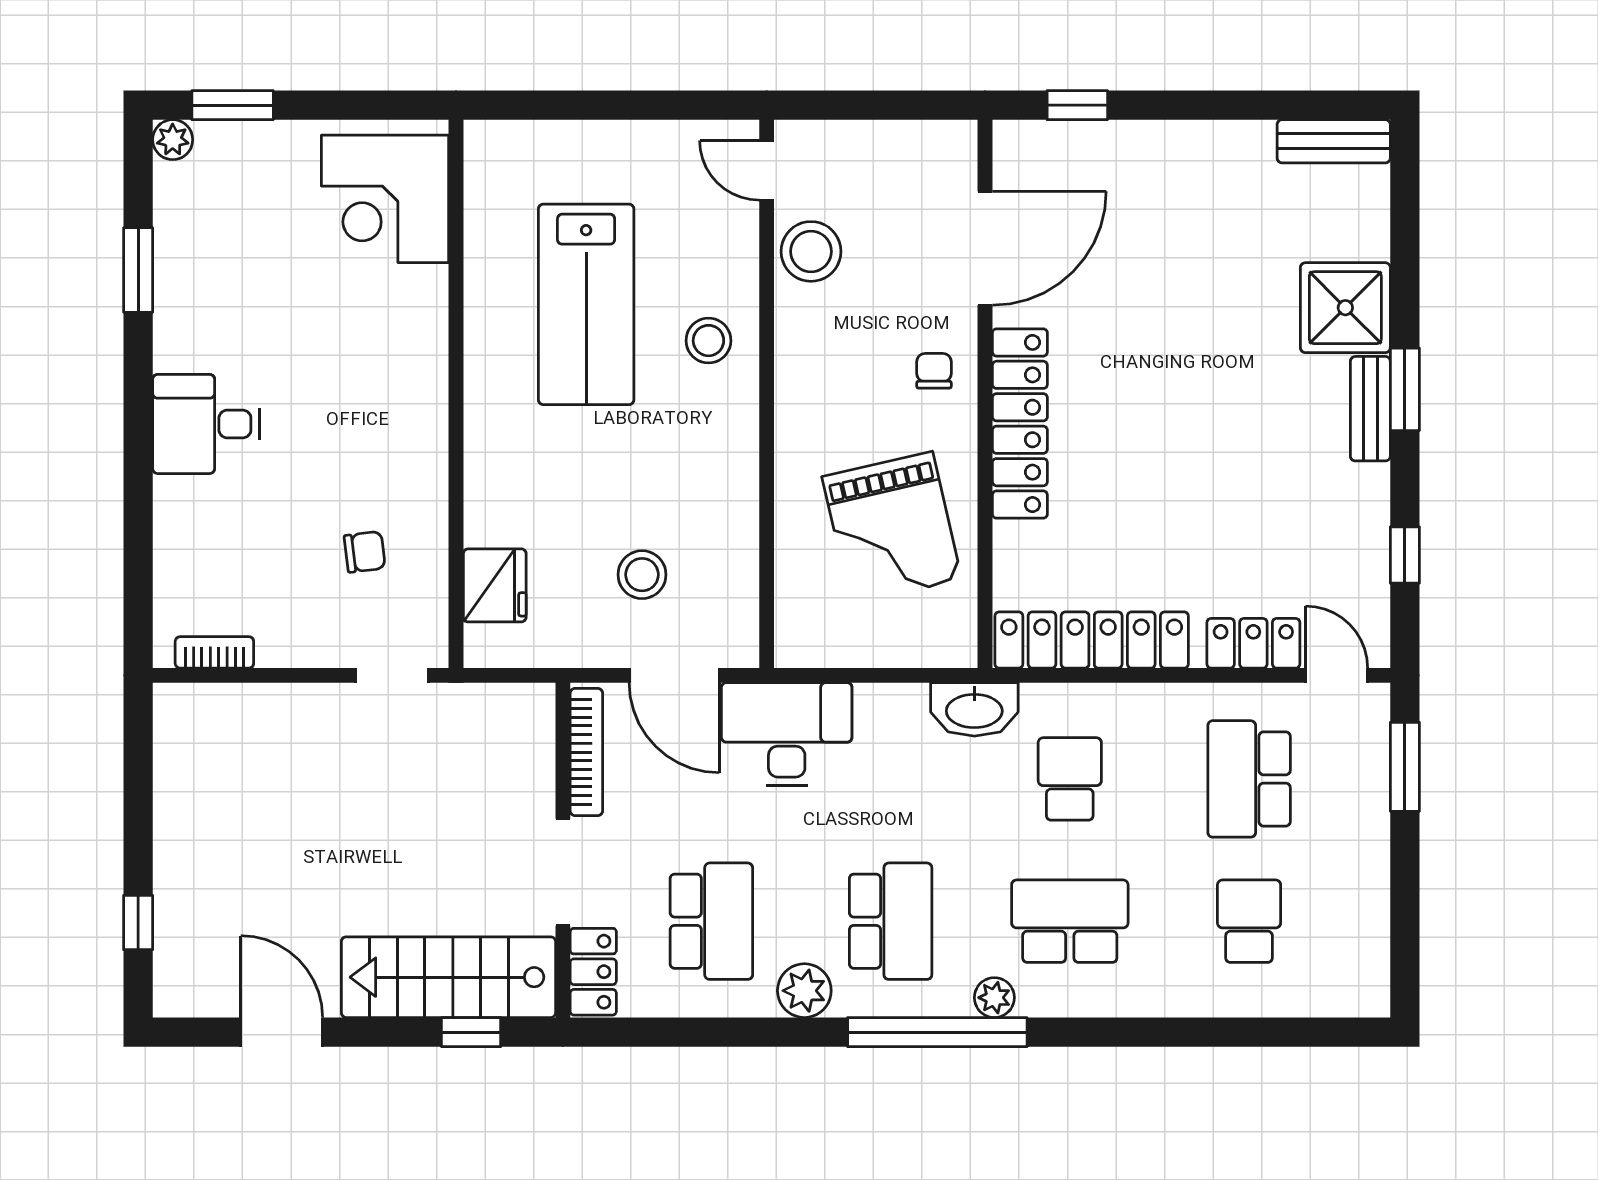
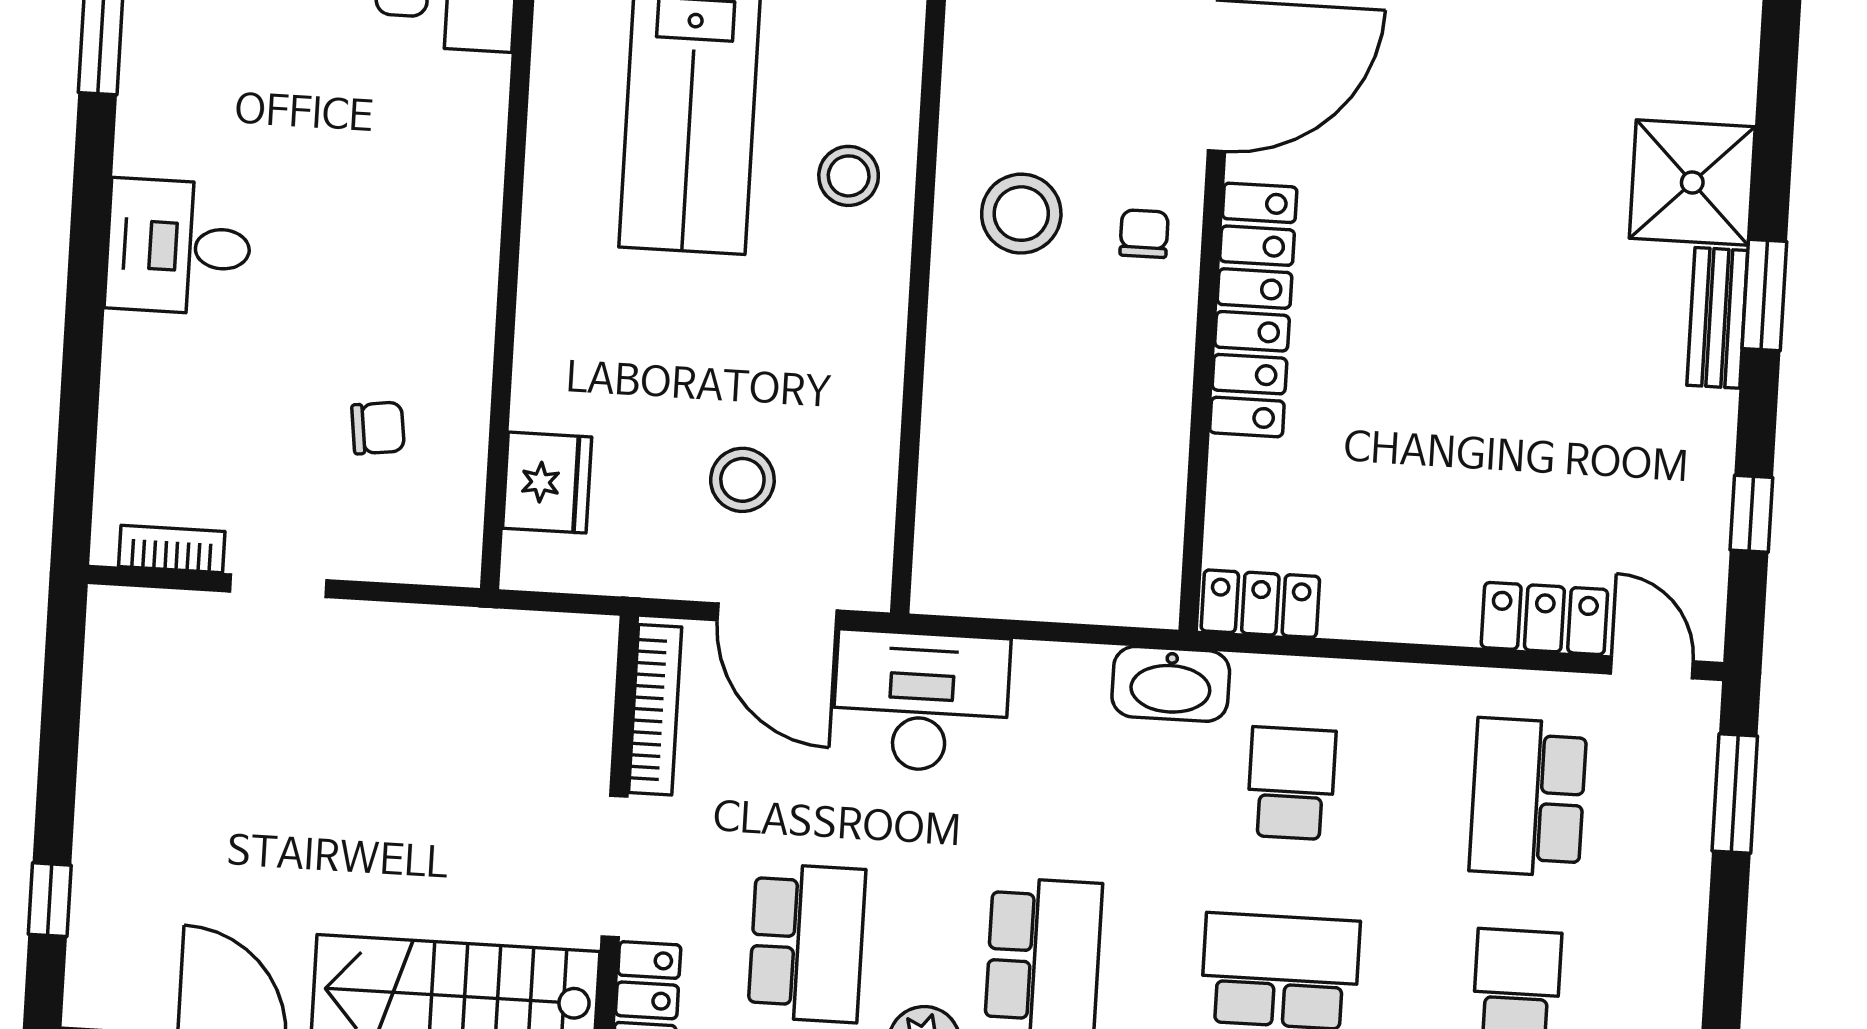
stool: (811, 251) -> (1021, 214), moved
grand piano: (892, 528) -> (1076, 438), removed
locker: (1092, 640) -> (1260, 604), width x0.46, depth x0.83
doorway: (392, 675) -> (278, 586), moved

